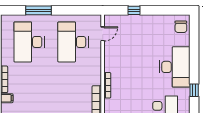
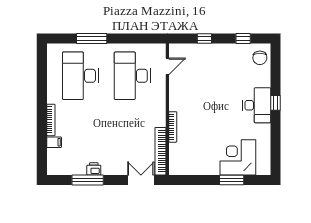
window: (167, 10) -> (243, 38), added
desk: (175, 67) -> (257, 105), width x0.73, depth x0.77
window: (194, 90) -> (275, 103), moved

